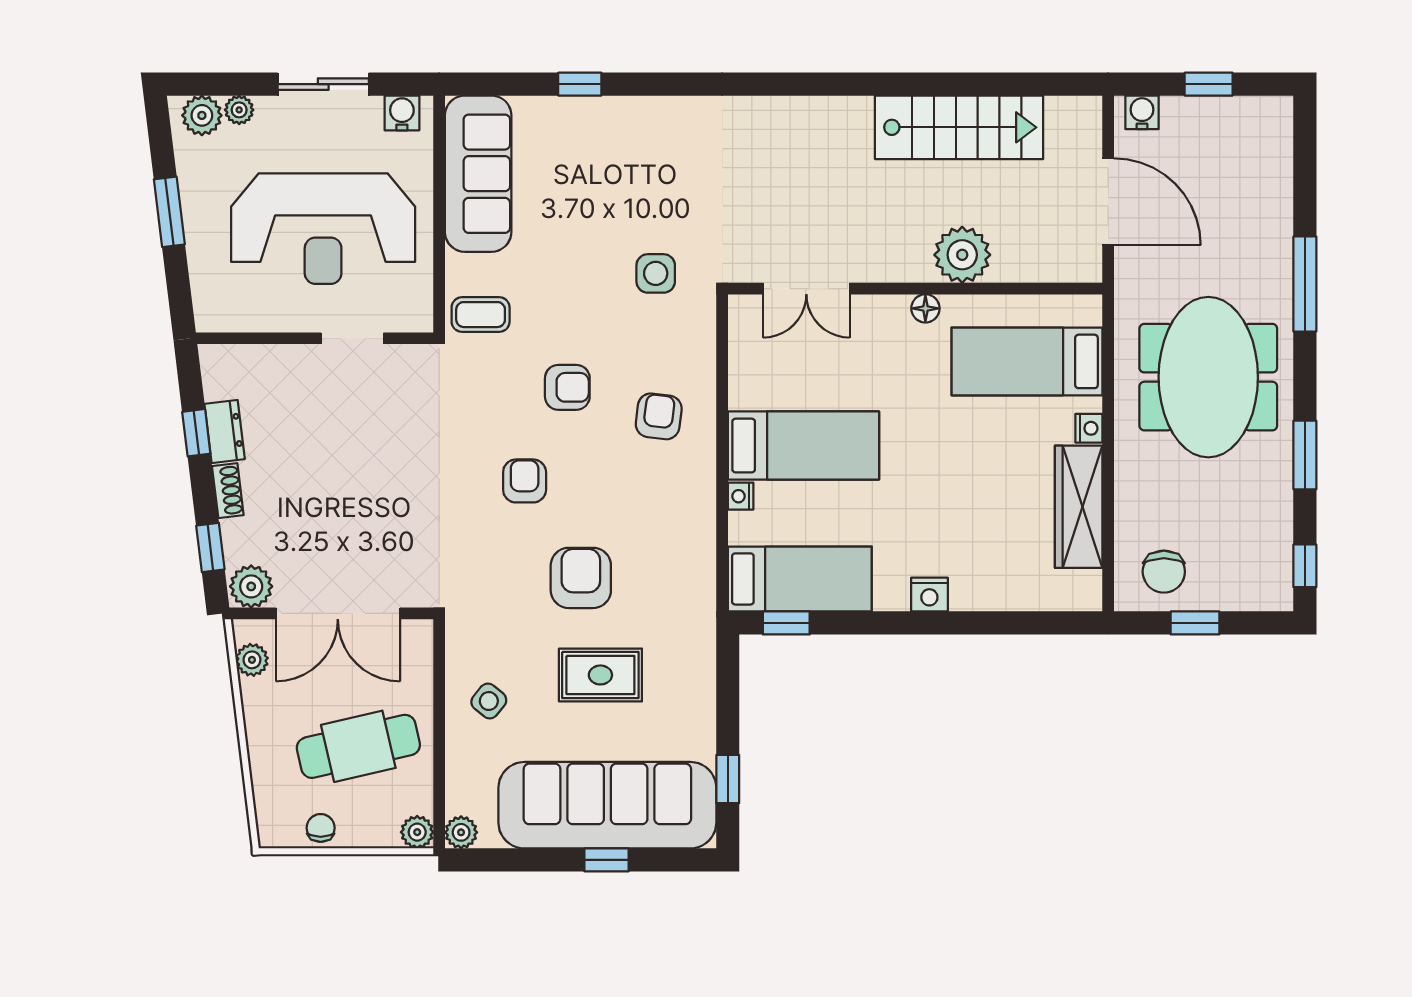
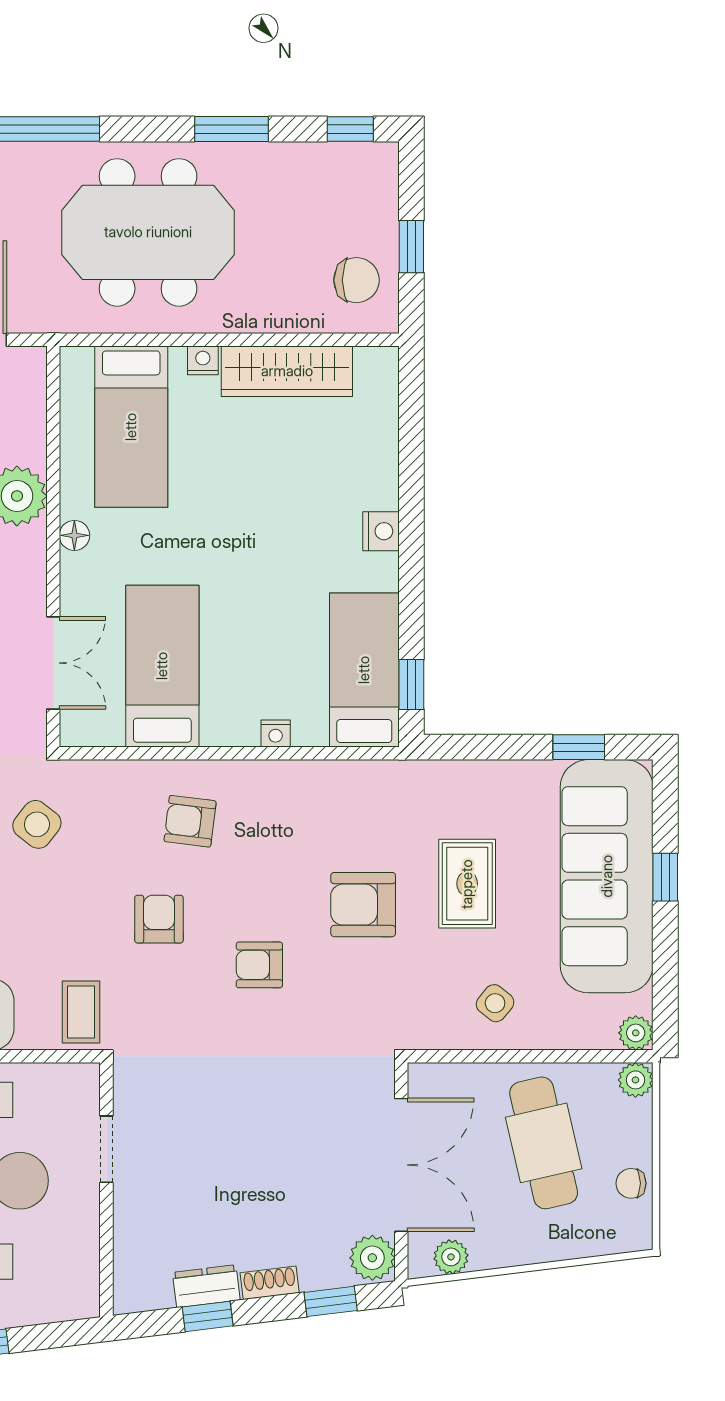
side table: (656, 273) -> (37, 824), turned 38
bed: (803, 446) -> (162, 666), moved

